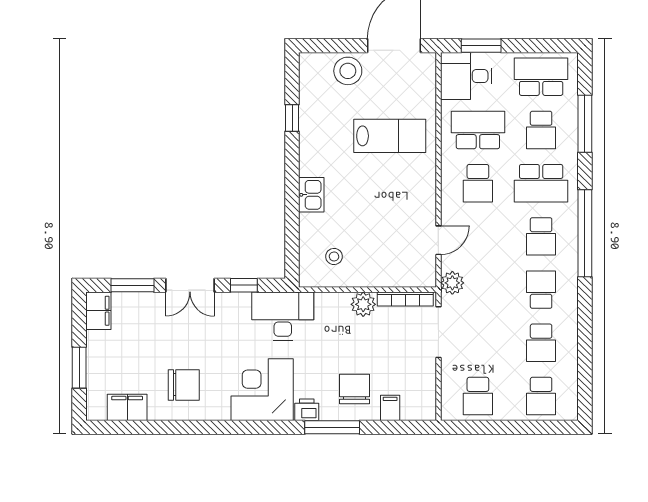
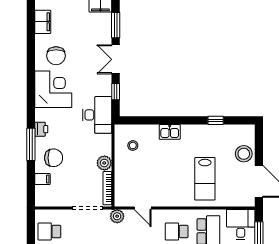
corner desk: (262, 390) -> (53, 89), moved

